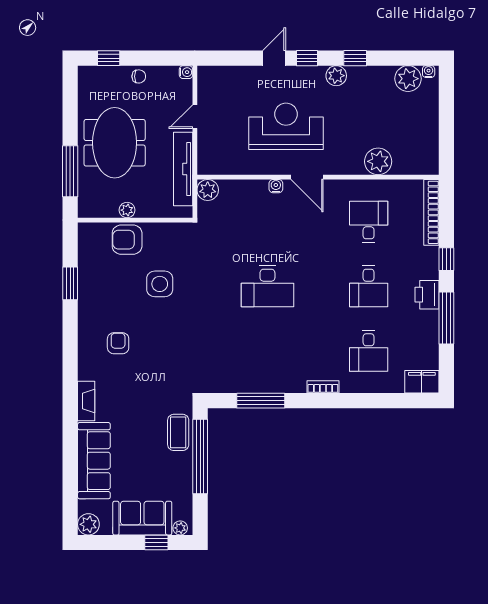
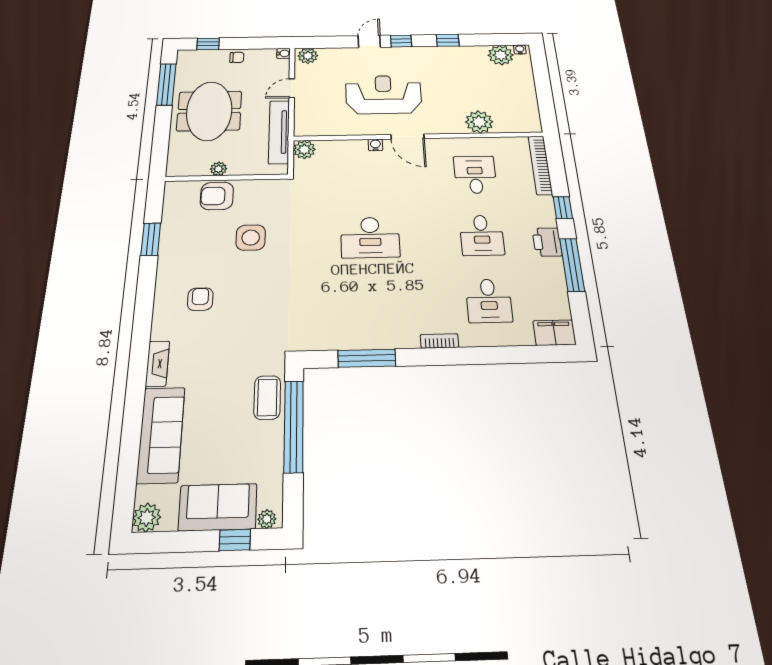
plant: (336, 76) -> (308, 56), moved
window: (70, 171) -> (166, 84), moved

